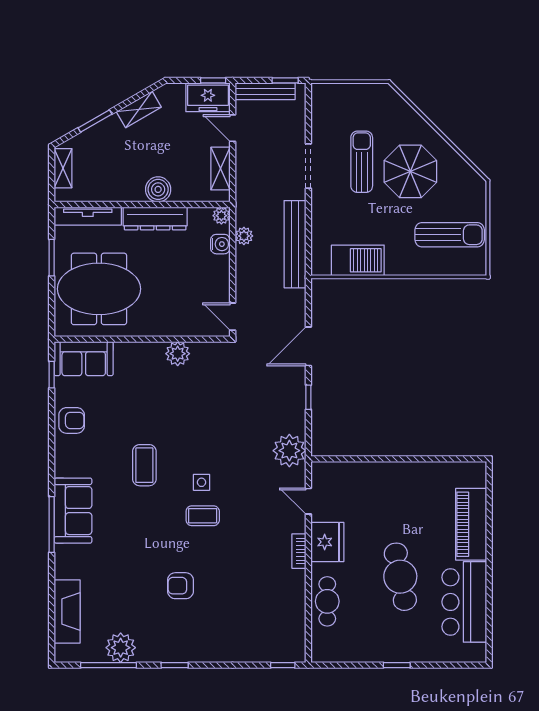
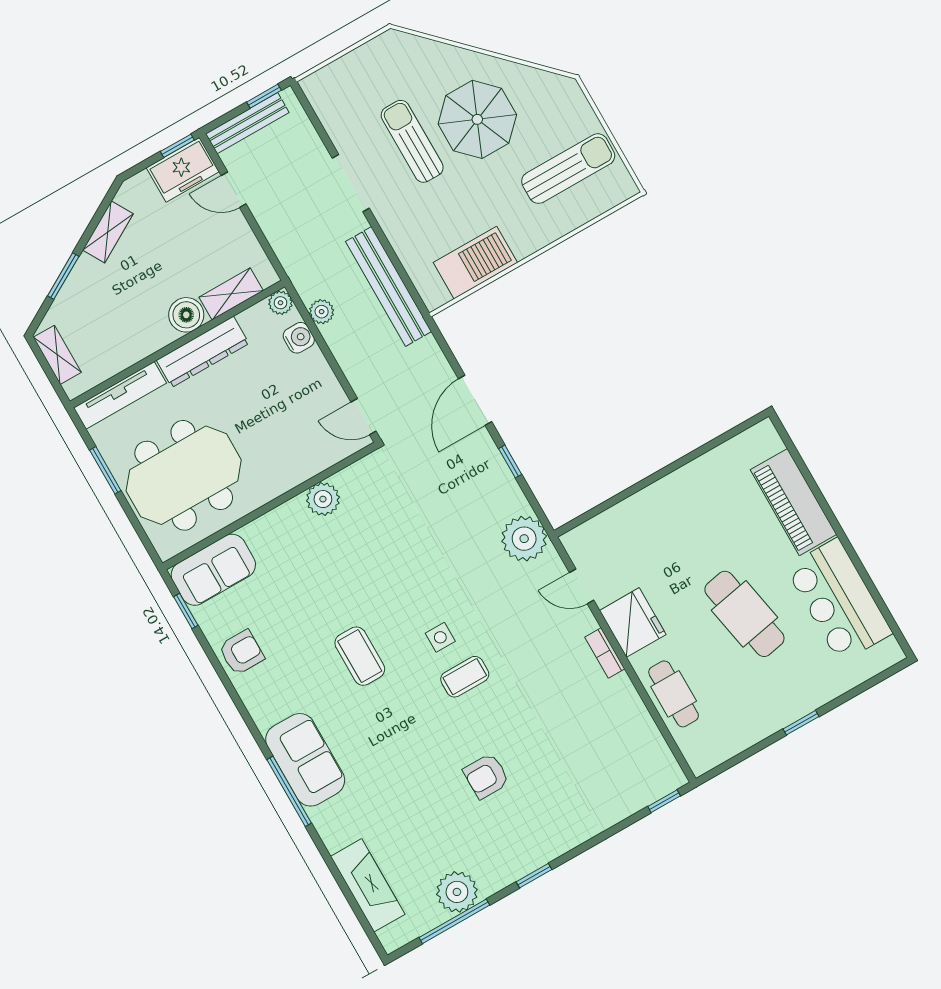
shelving: (220, 169) -> (231, 294), moved, turned 90

